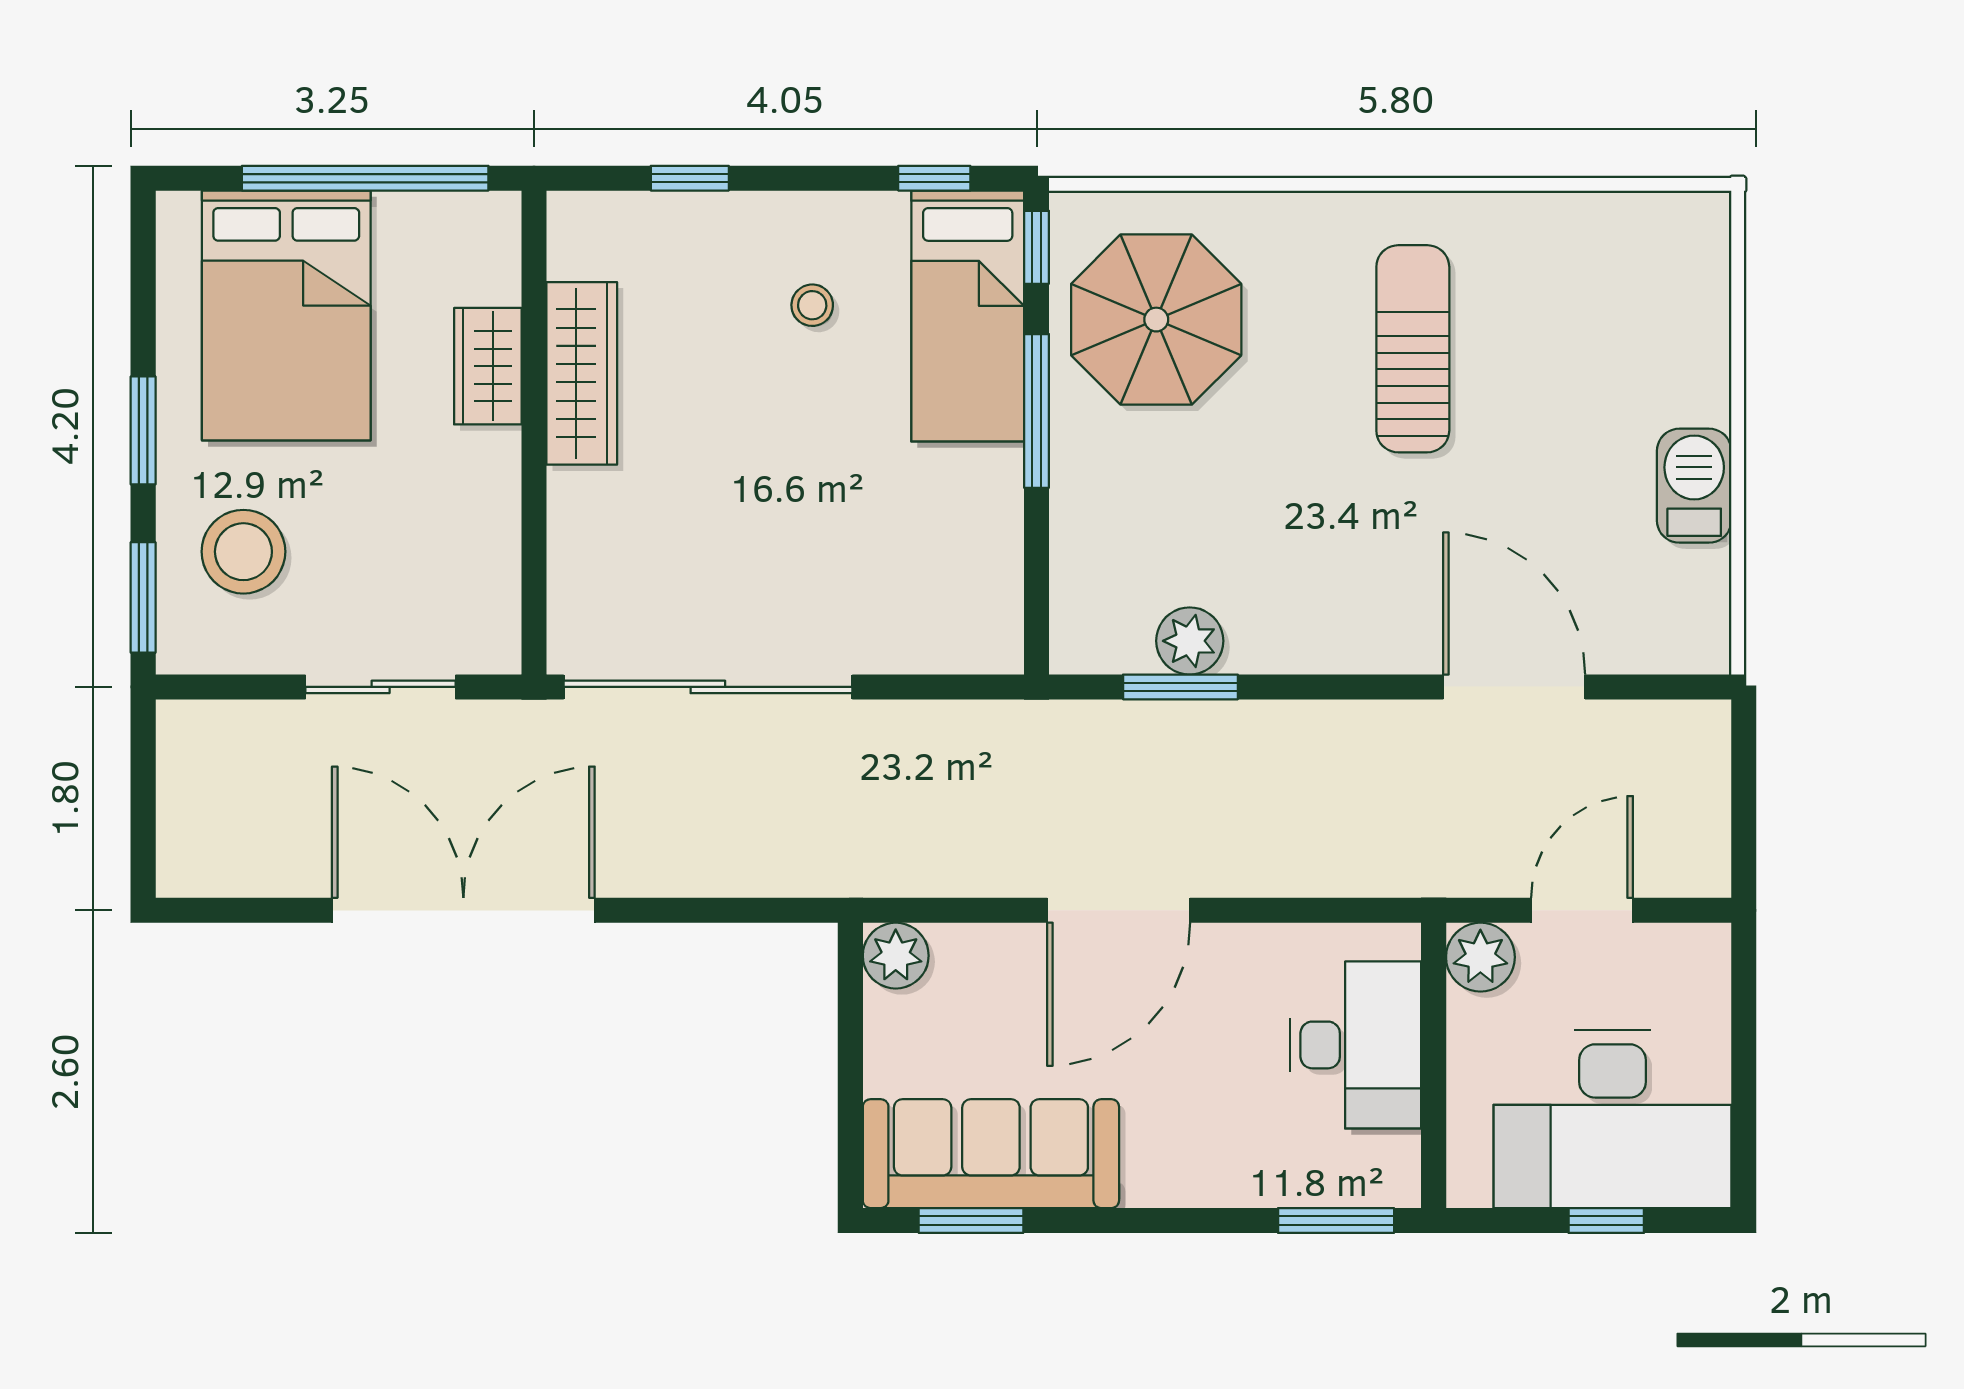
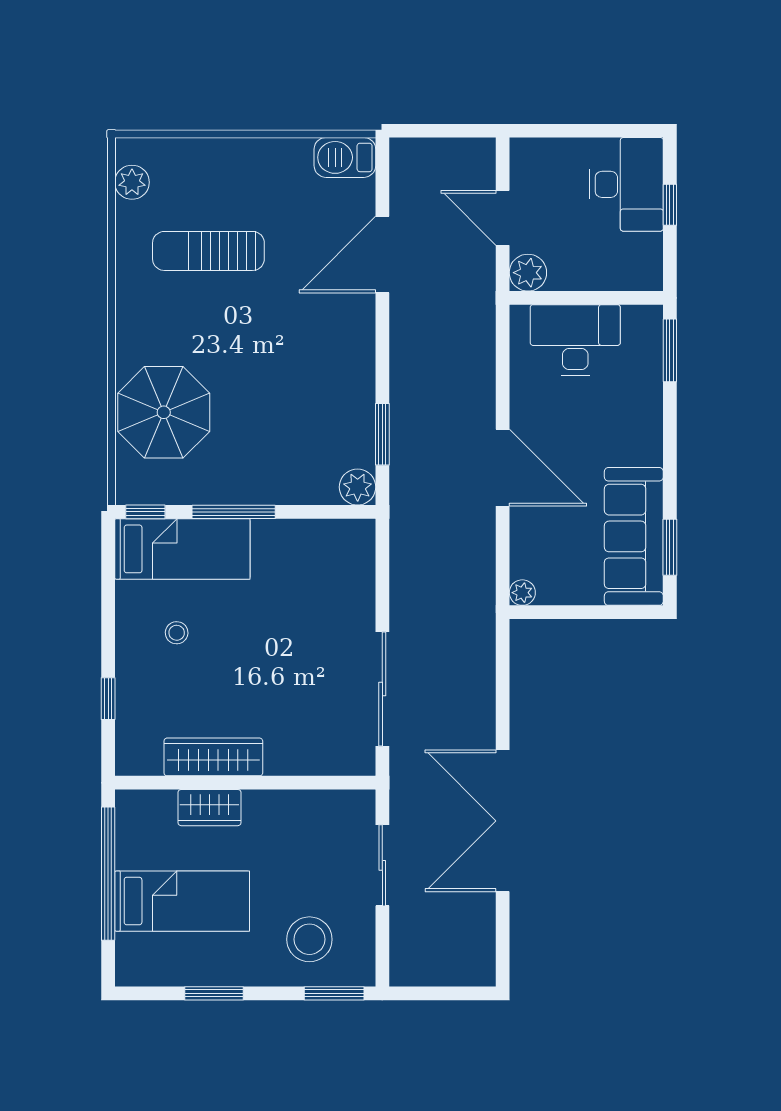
window: (934, 178) -> (108, 567), removed
plant: (1648, 222) -> (132, 182), added
bed: (286, 316) -> (182, 901), width x0.67
parasol: (1156, 320) -> (164, 412), moved
sun lounger: (1413, 349) -> (208, 251), moved
window: (143, 430) -> (214, 993), moved
barbecue: (1694, 486) -> (345, 157), moved
plant: (1190, 641) -> (358, 487), moved
sliding door: (708, 687) -> (382, 689), width x0.73
plant: (896, 956) -> (522, 593), width x0.73, depth x0.73
desk: (1612, 1119) -> (626, 184), width x0.73, depth x0.77

